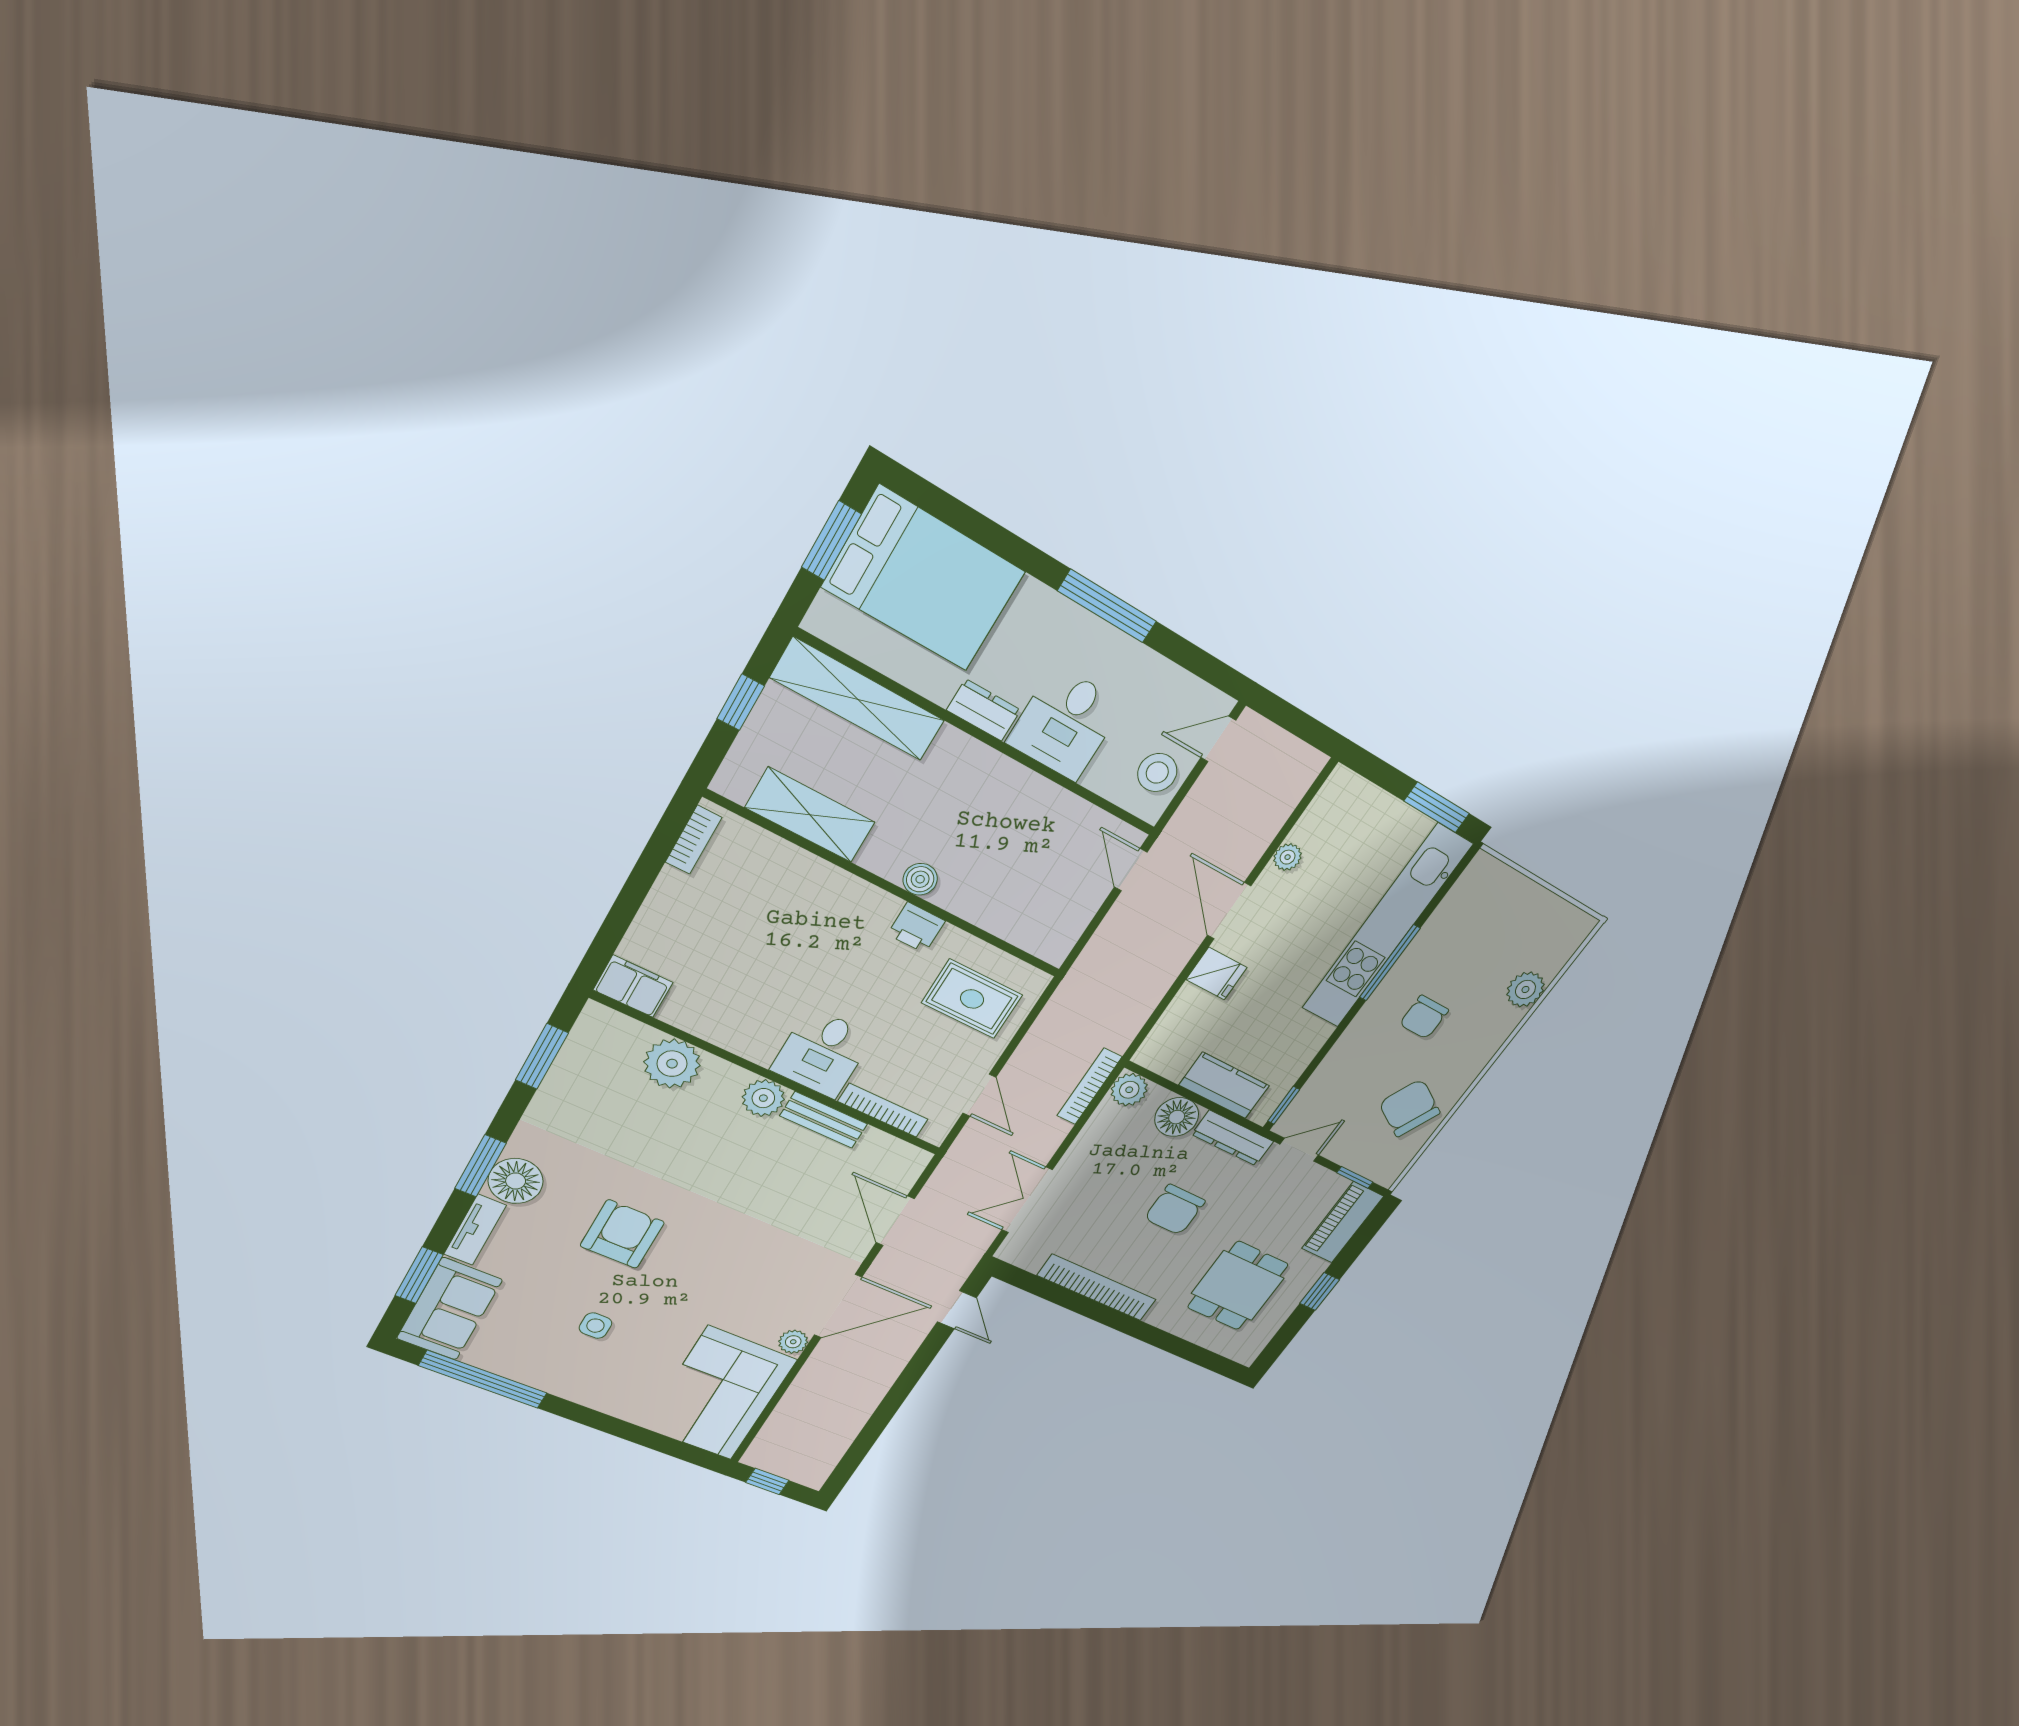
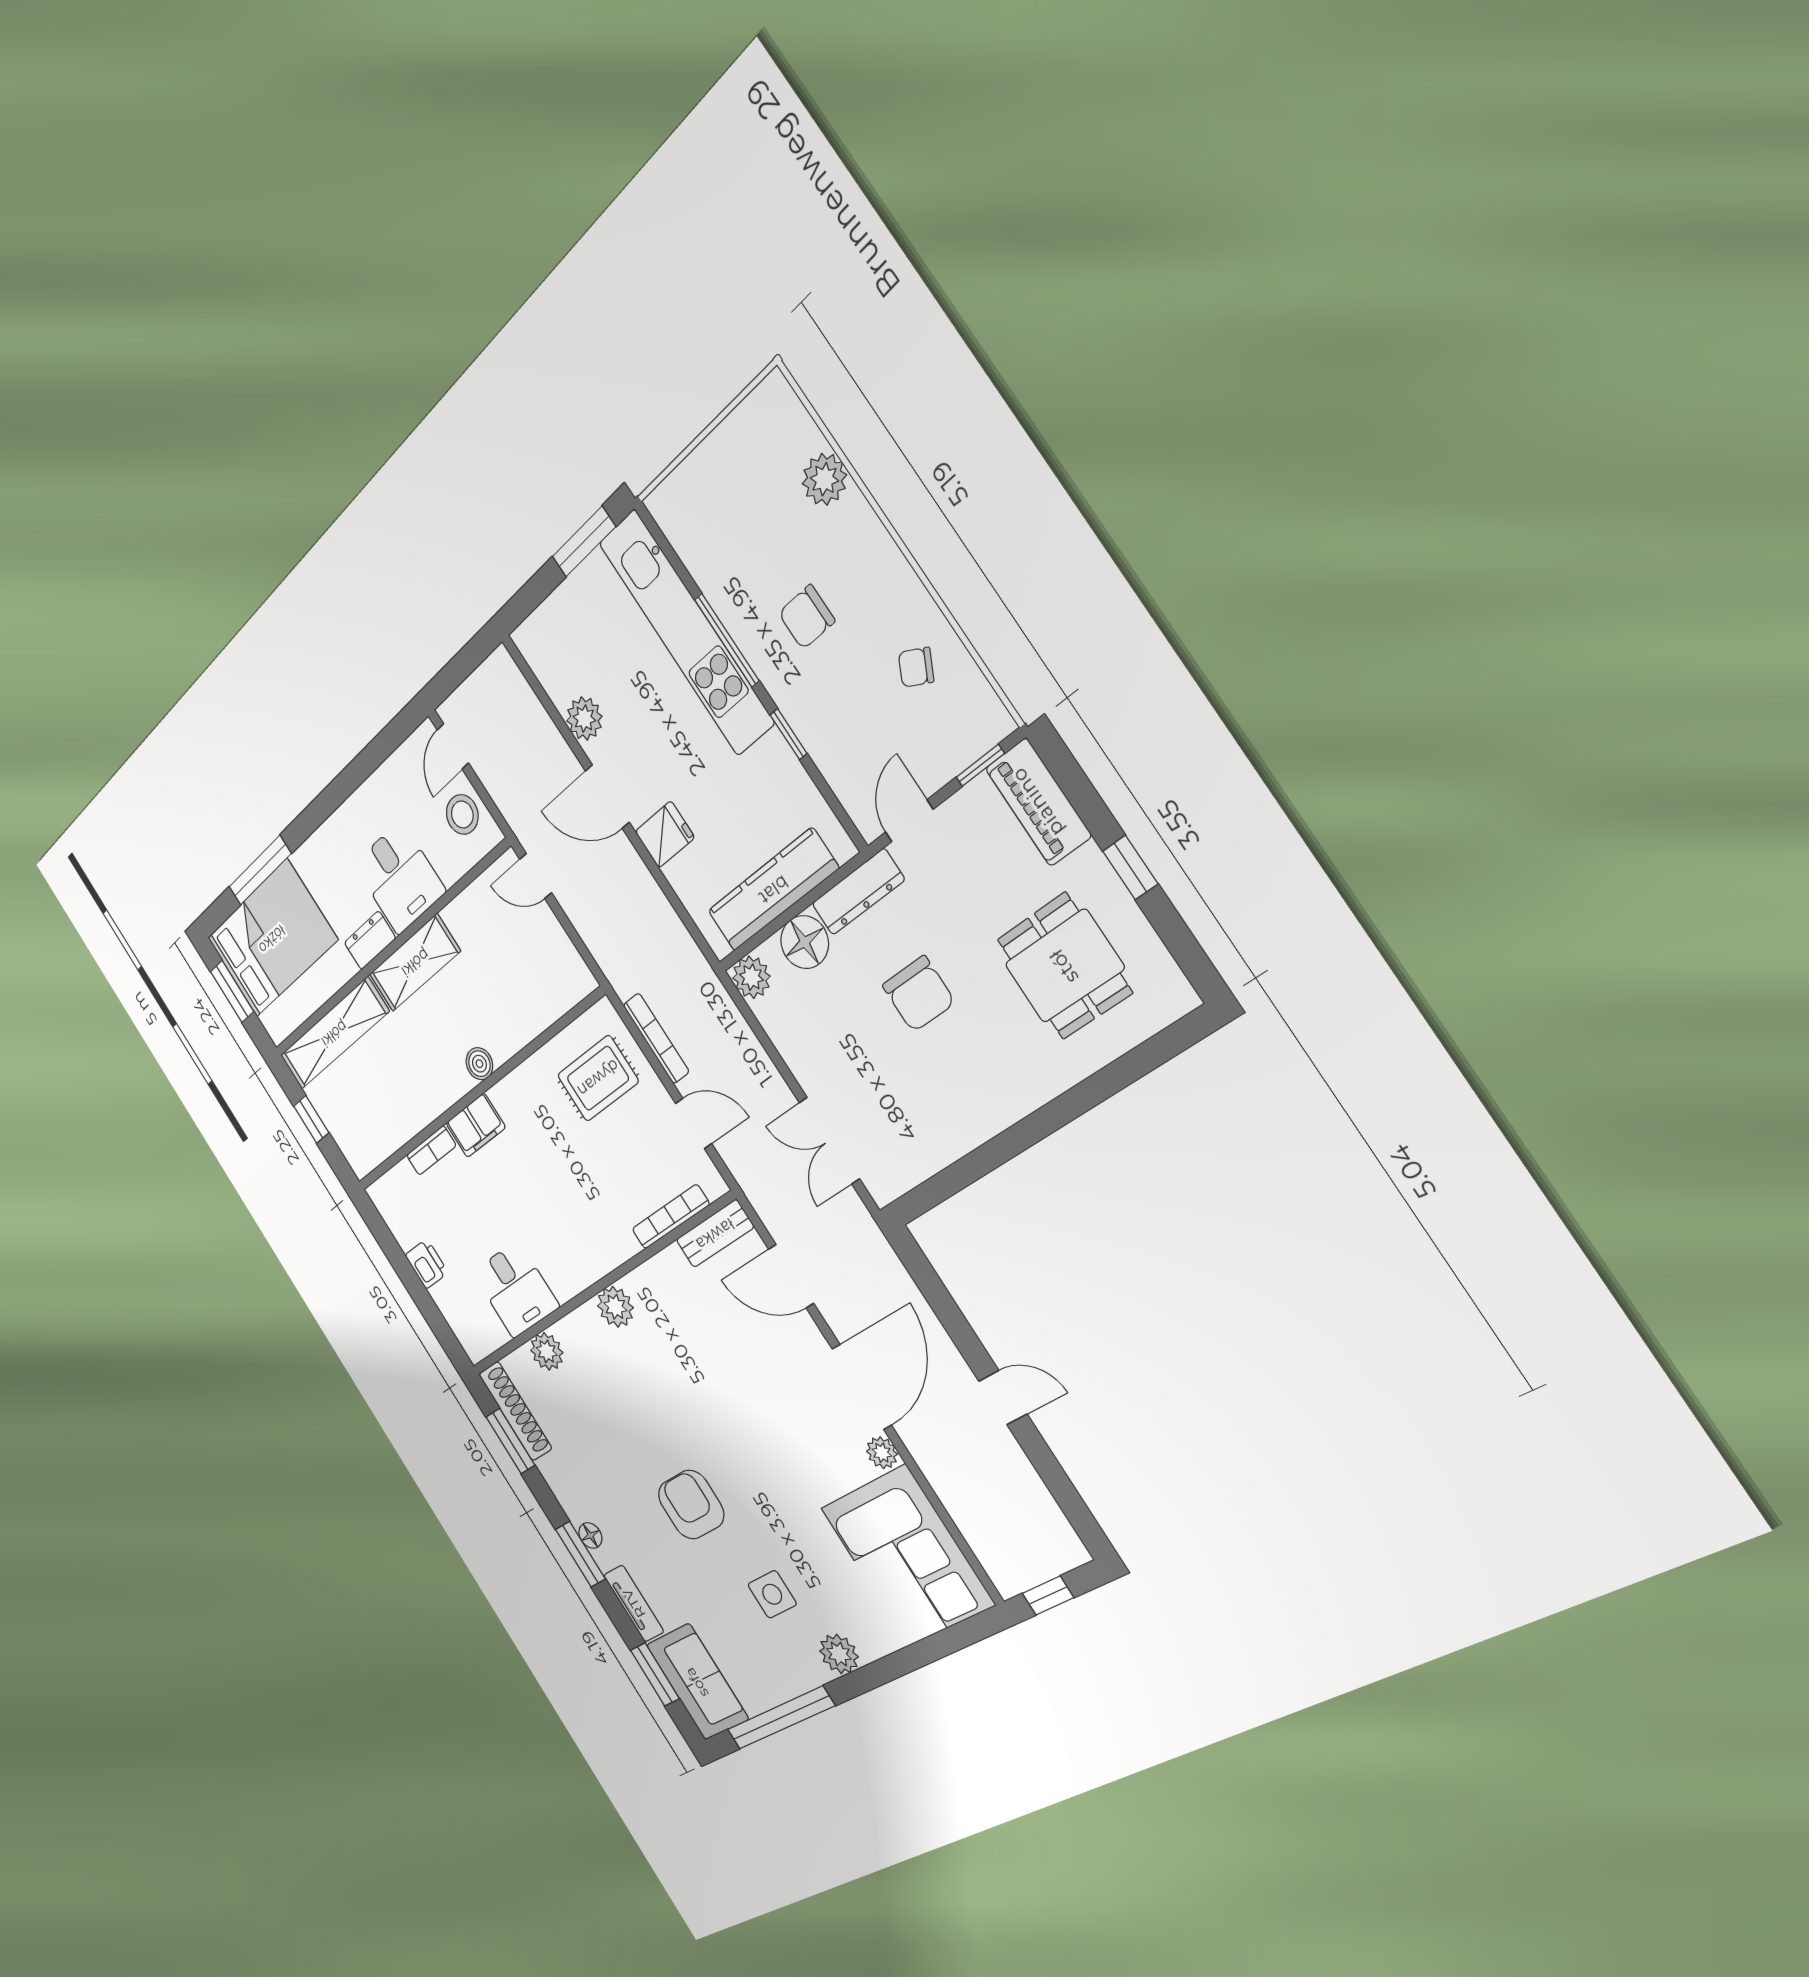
window: (1107, 606) -> (260, 870), moved
shelving: (810, 815) -> (415, 963), moved
bookcase: (694, 840) -> (431, 1150), moved, turned 90
plant: (1288, 857) -> (584, 719), width x1.38, depth x1.38
printer: (916, 928) -> (427, 1264), moved, turned -90
filing cabinet: (633, 986) -> (476, 1125), moved, turned 180
chair: (1424, 1017) -> (807, 617), turned 90
shoe rack: (579, 1049) -> (515, 1411), added
desk: (822, 1053) -> (516, 1289), moved
plant: (672, 1064) -> (547, 1351), width x0.73, depth x0.73
kitchen counter: (1224, 1085) -> (773, 890), width x1.50
bookcase: (1089, 1086) -> (656, 1038), moved, turned 180
window: (1284, 1105) -> (789, 734), moved
chair: (1410, 1108) -> (916, 667), width x0.54, depth x0.54
bench: (824, 1120) -> (715, 1234), moved
floor lamp: (516, 1181) -> (590, 1535), width x0.53, depth x0.53
bookcase: (1097, 1288) -> (978, 1126), removed
door: (957, 1310) -> (1003, 1398), moved
side table: (595, 1326) -> (772, 1594), width x1.37, depth x1.37
plant: (588, 1390) -> (839, 1654), added

